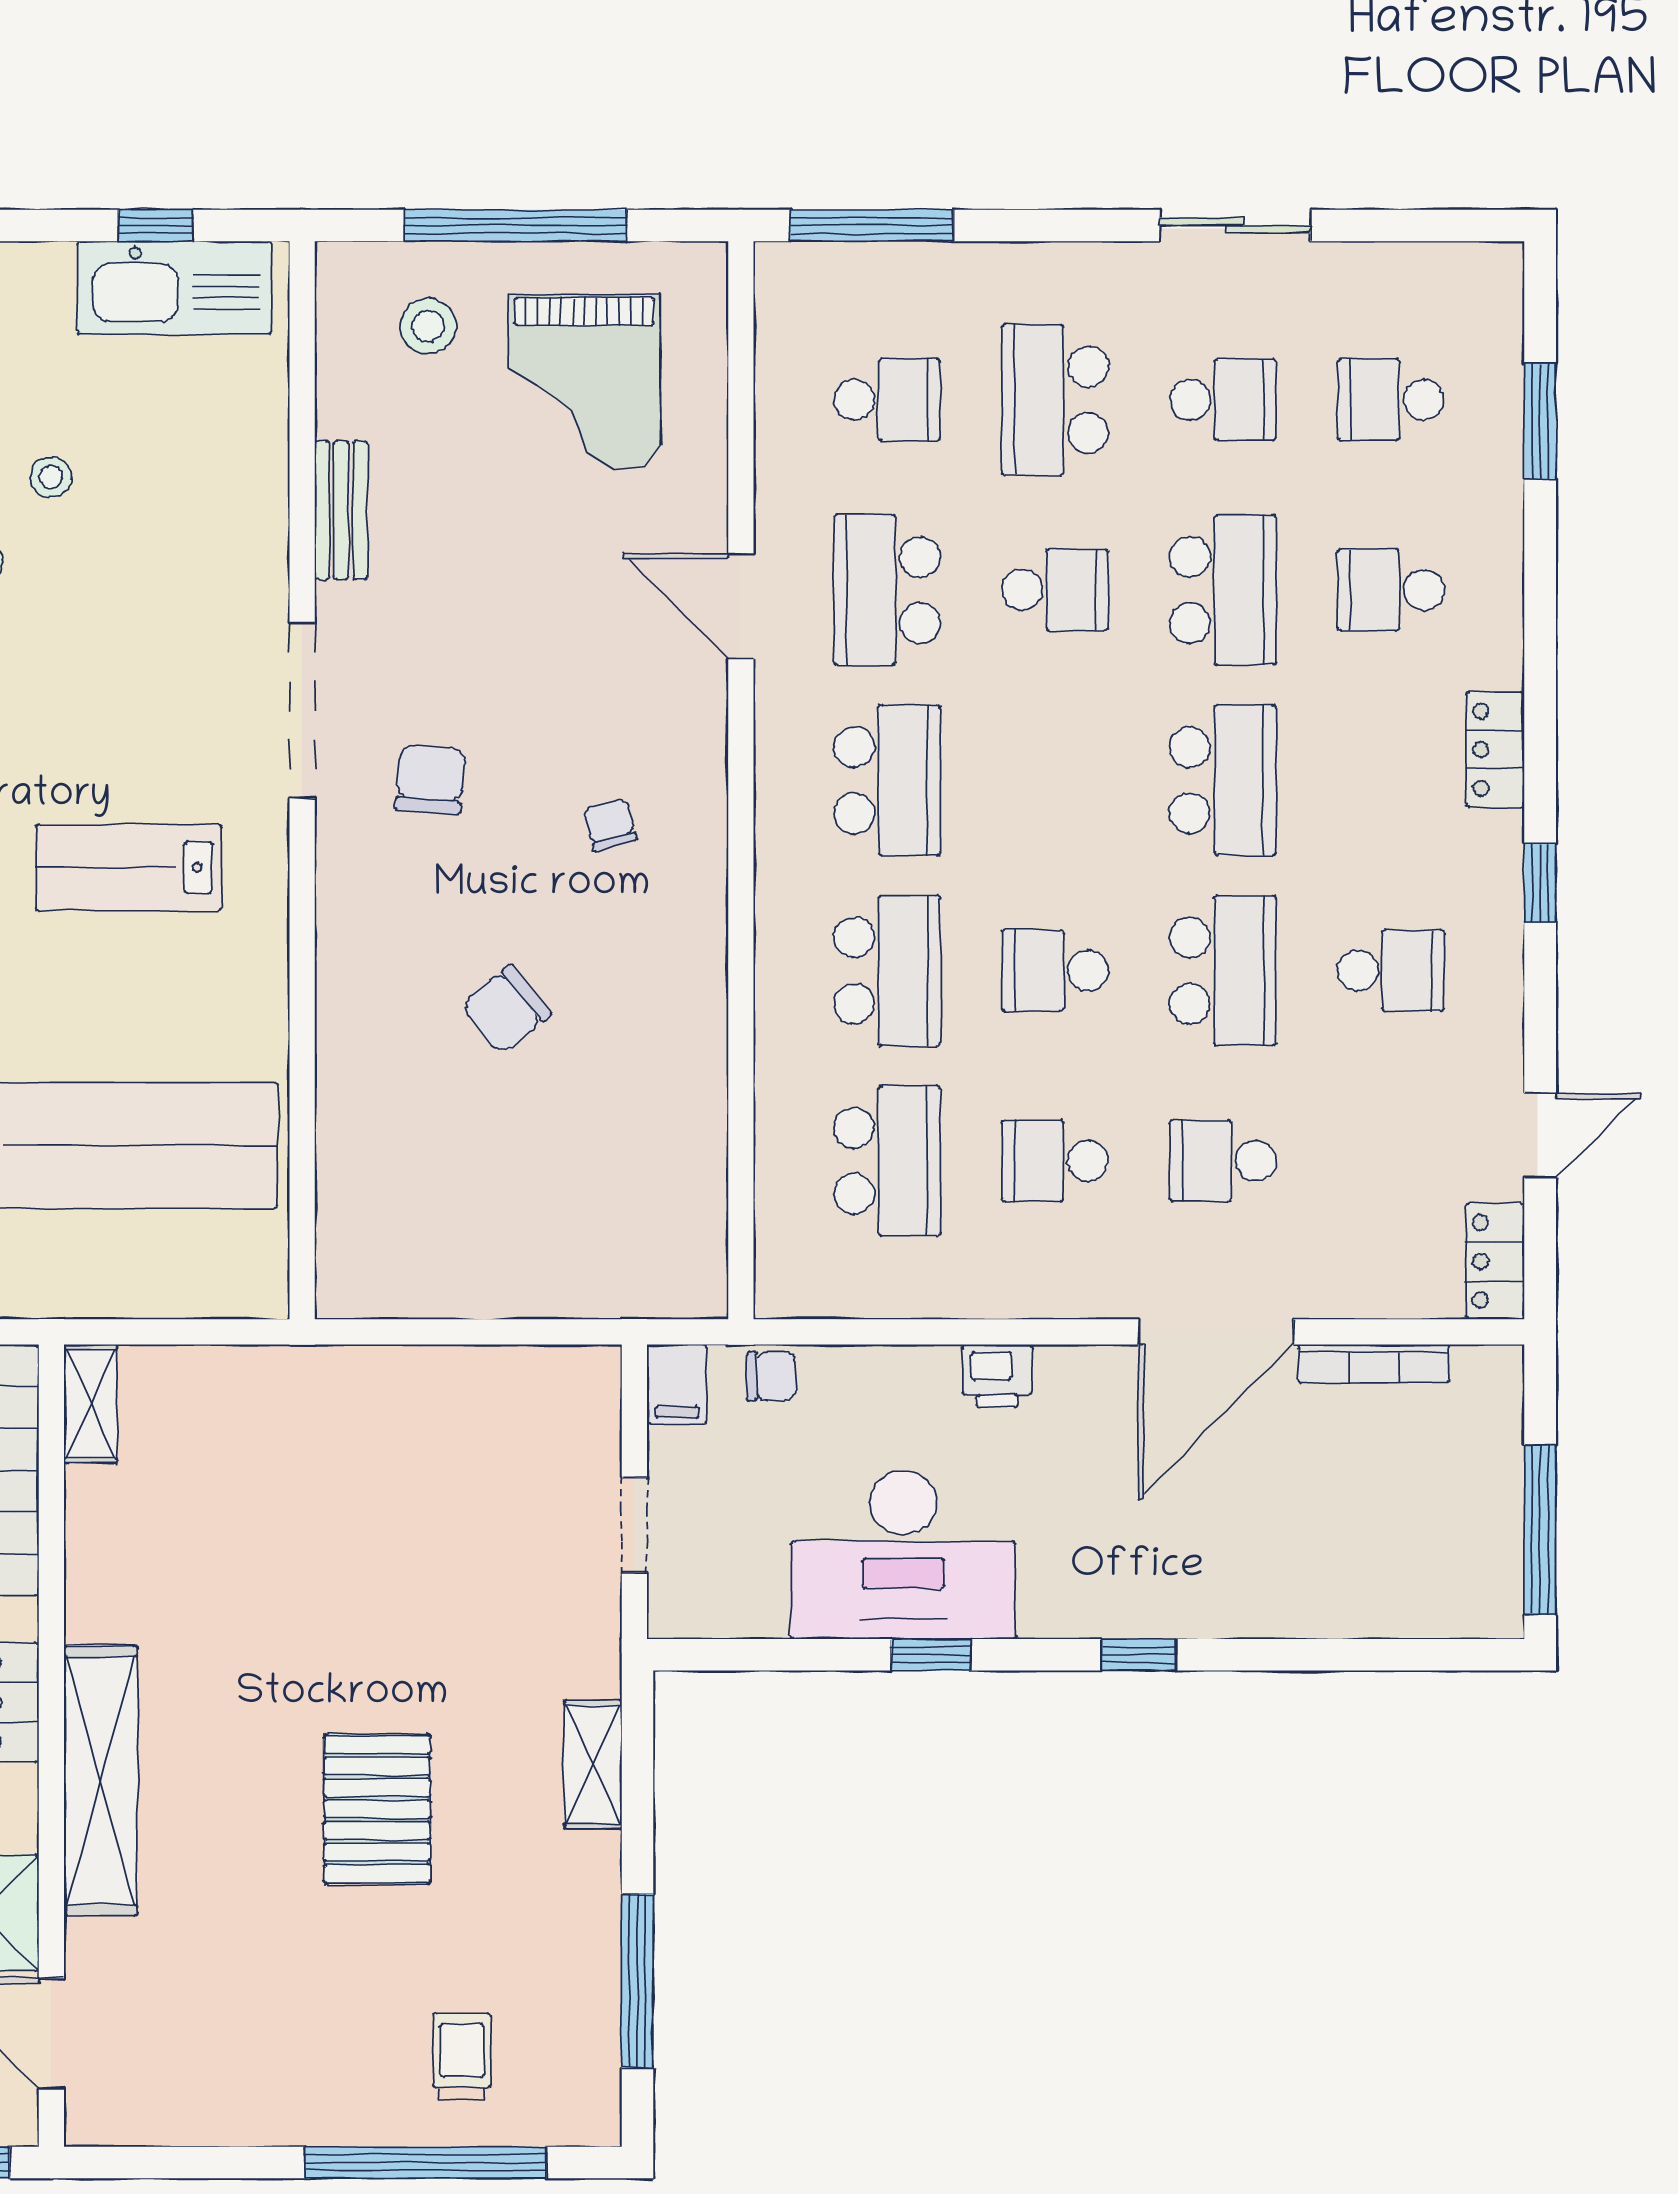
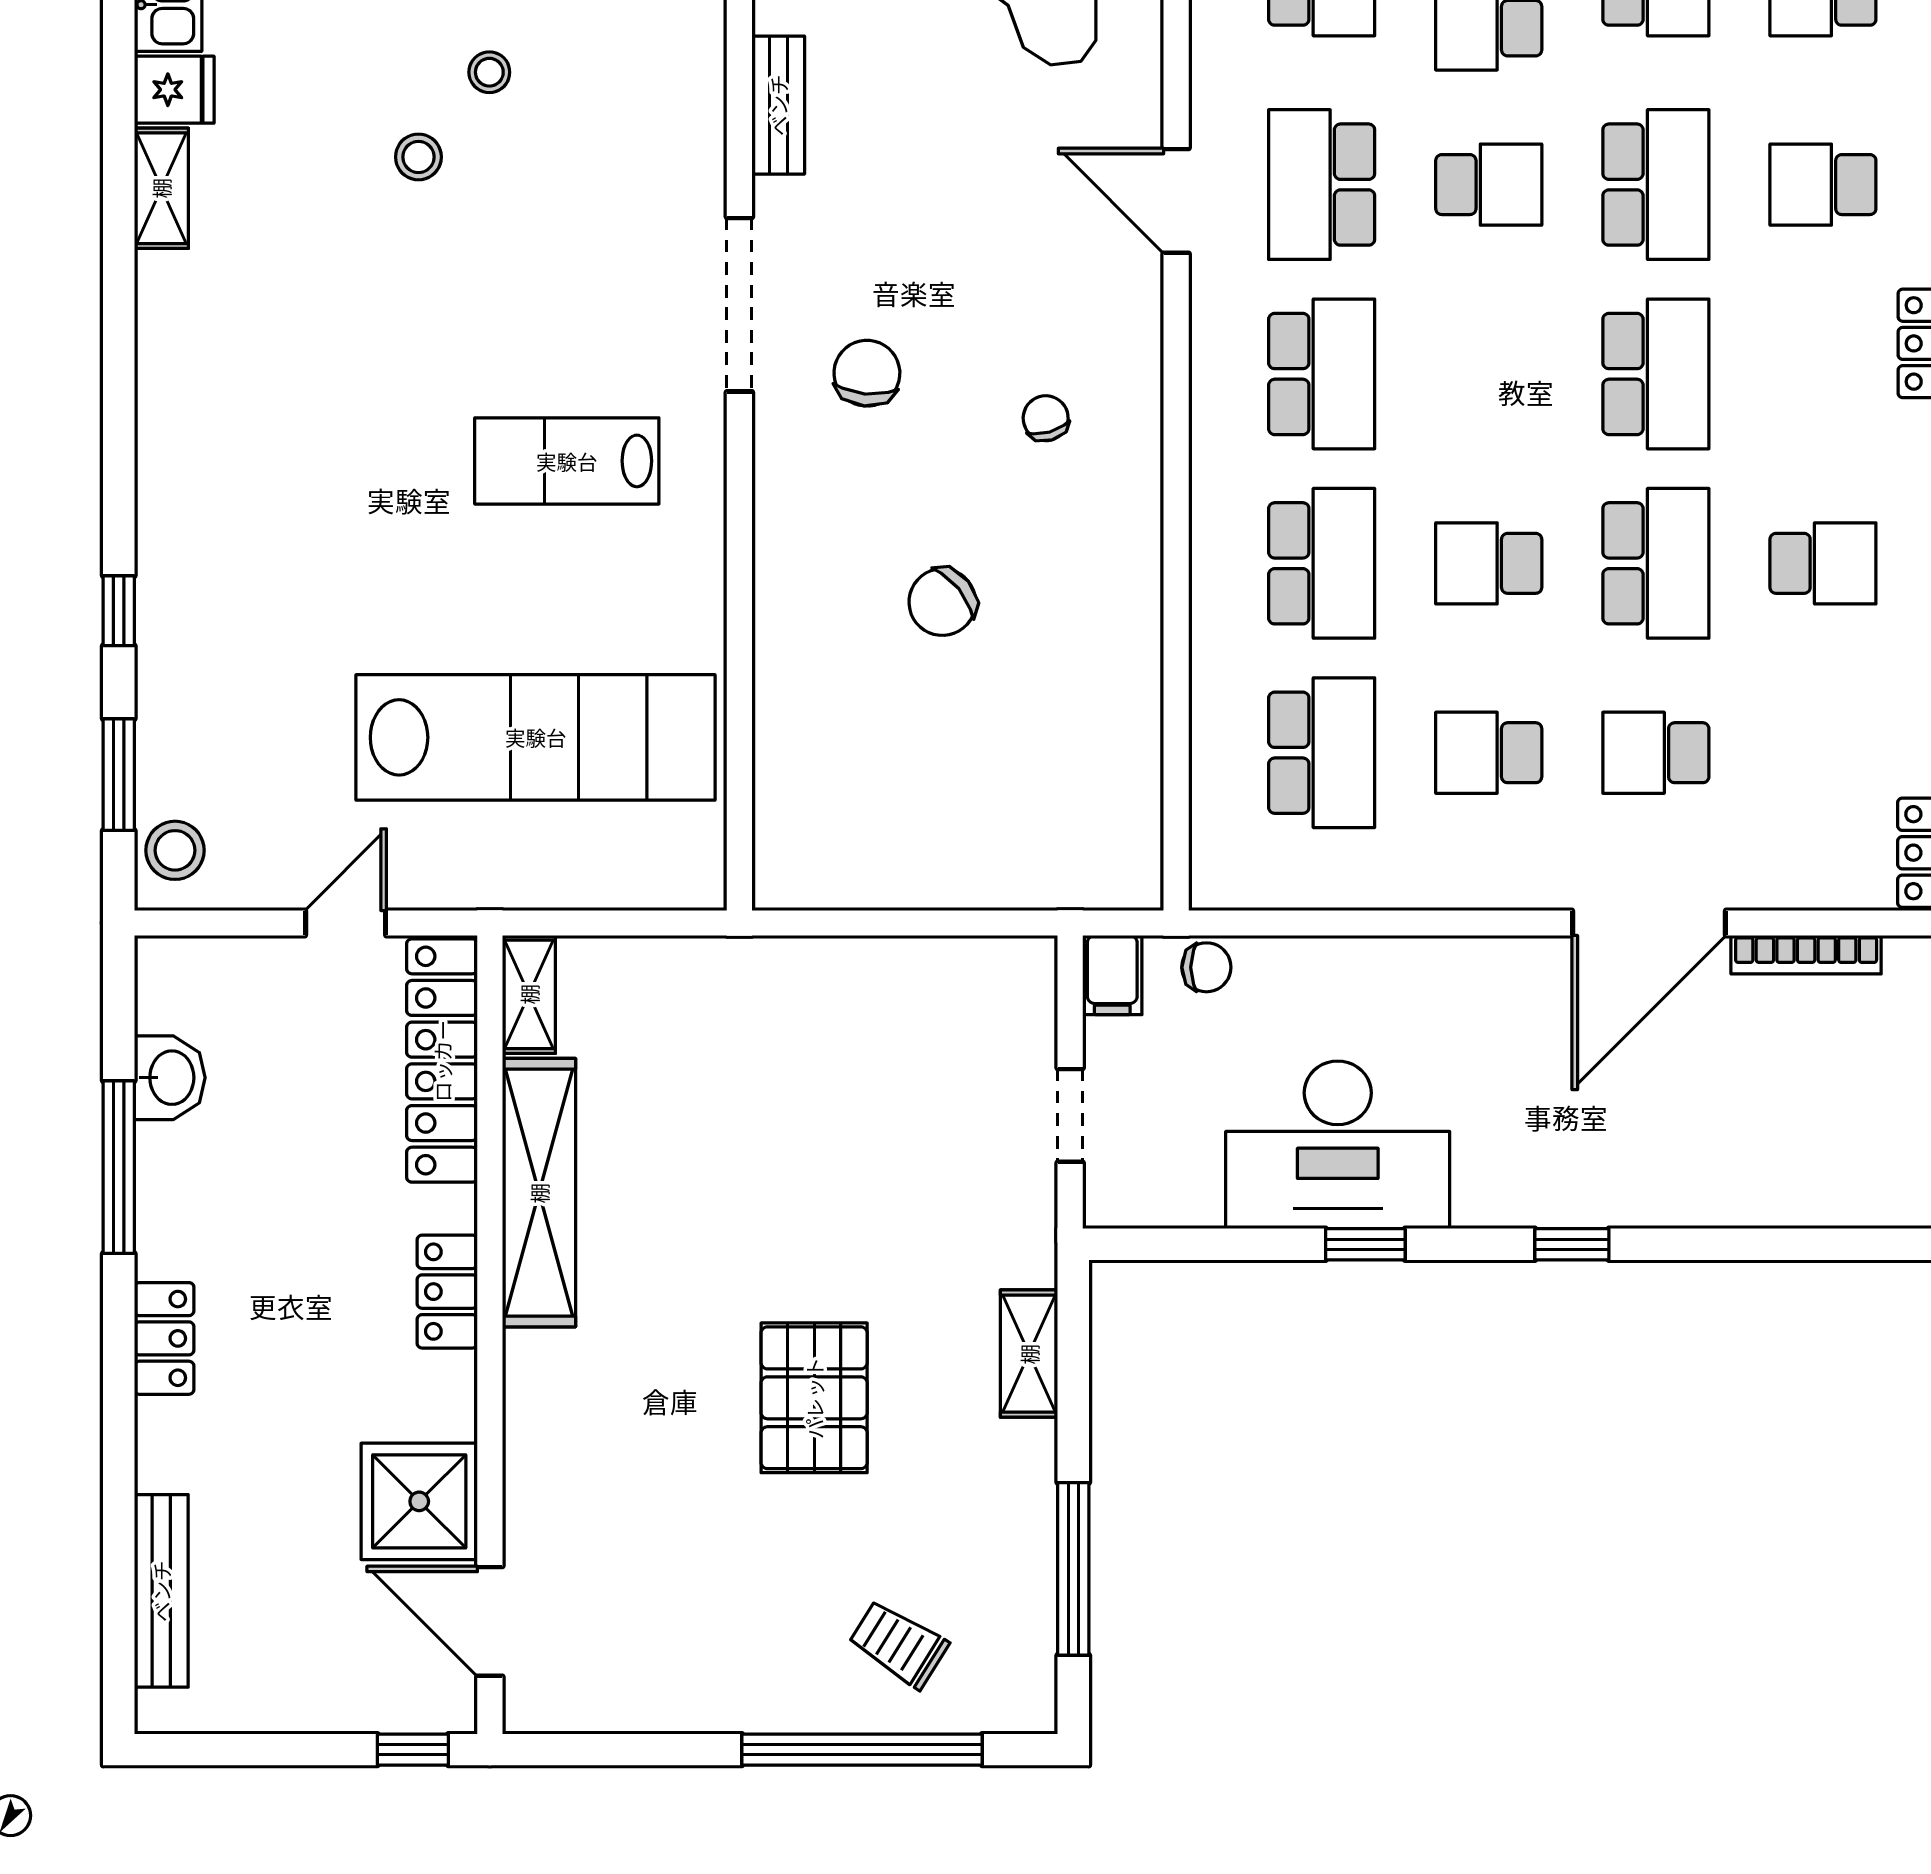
printer: (997, 1376) -> (1432, 967), removed
shelving: (101, 1780) -> (539, 1193), moved
trolley: (462, 2057) -> (899, 1644), turned -58

